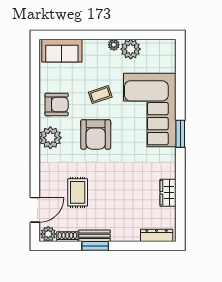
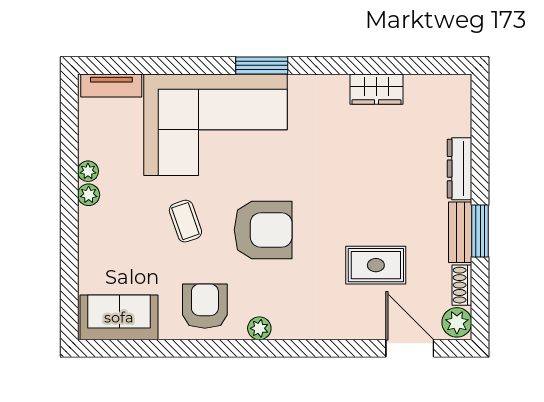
plant: (131, 49) -> (88, 171), width x0.53, depth x0.53
sofa: (62, 51) -> (119, 317), moved, turned -90
tv unit: (170, 56) -> (111, 85), added
plant: (50, 138) -> (259, 328), width x0.53, depth x0.53
dresser: (157, 235) -> (460, 169), moved

